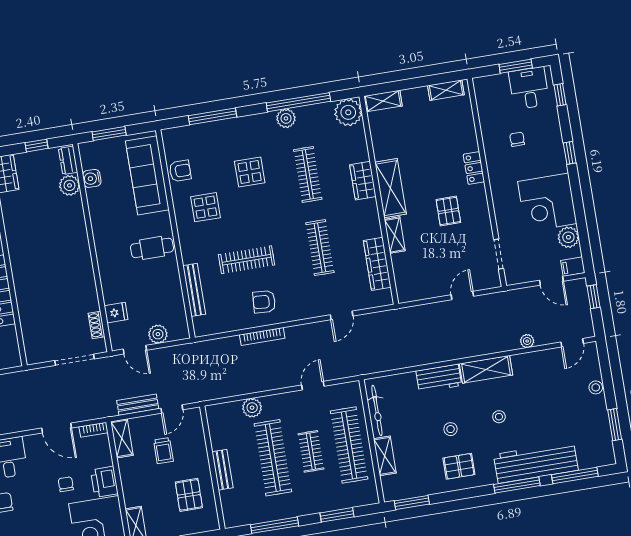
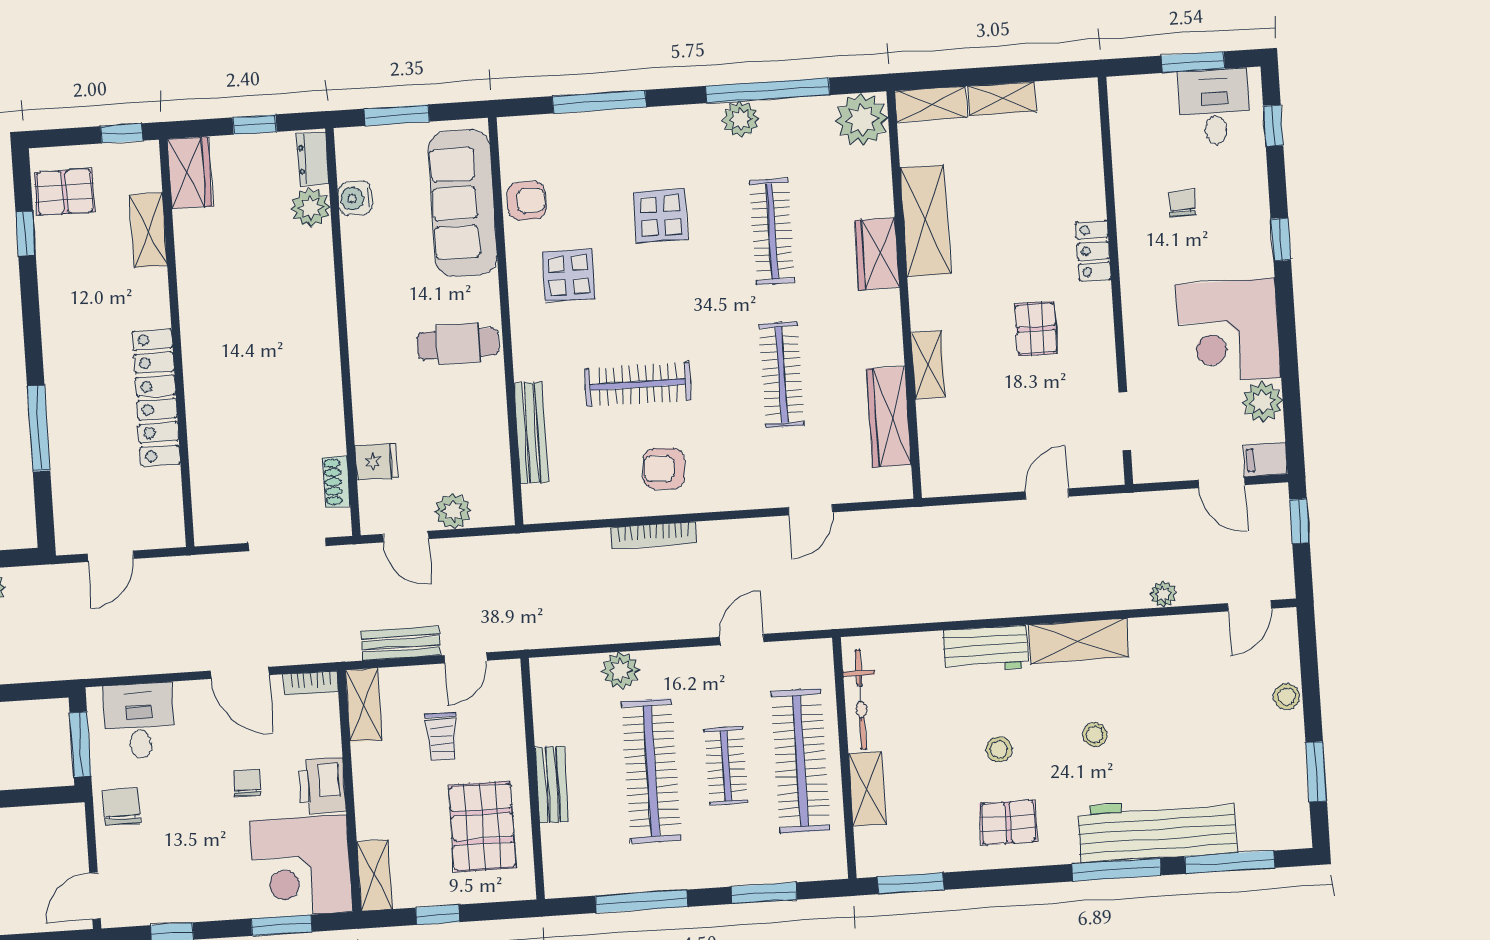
shelving: (446, 90) -> (1002, 99), moved
shelving: (390, 188) -> (925, 221), moved
pallet: (189, 495) -> (482, 827), width x1.50, depth x1.42

